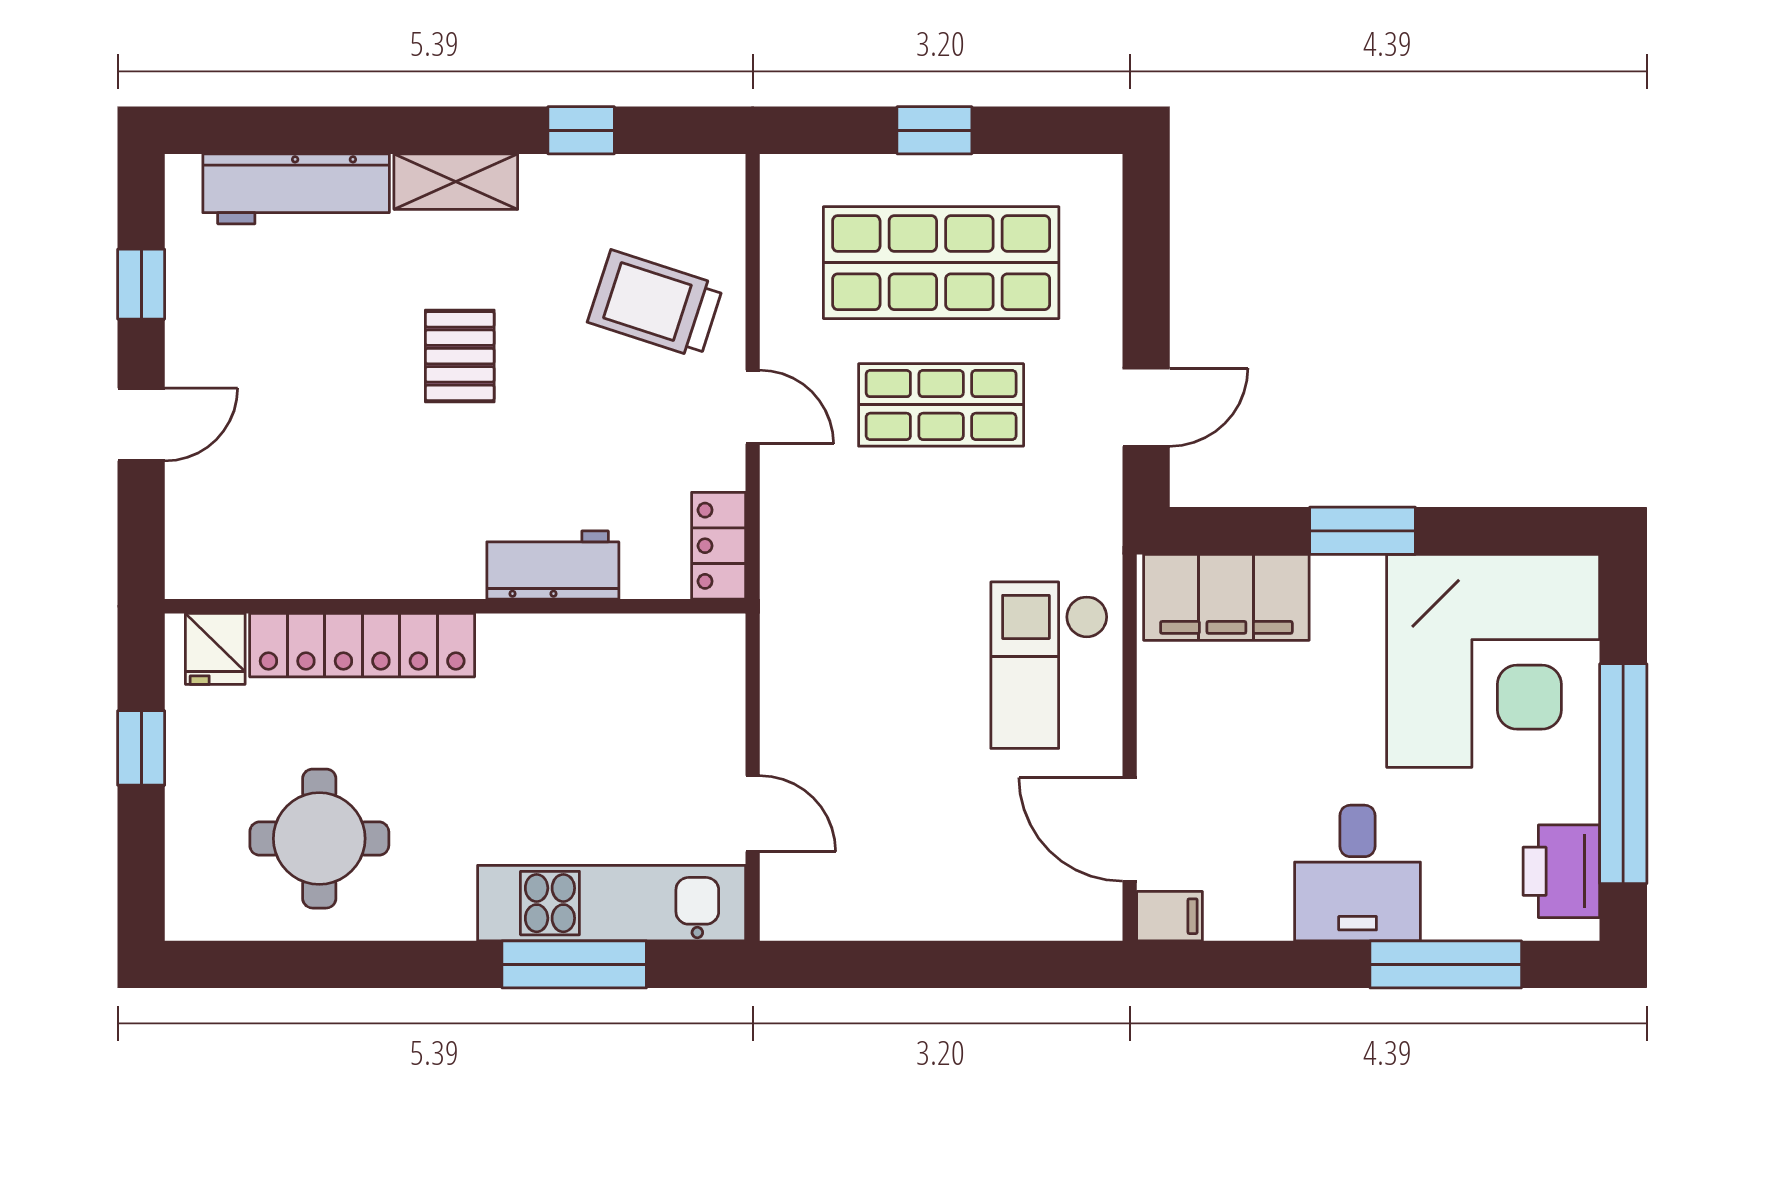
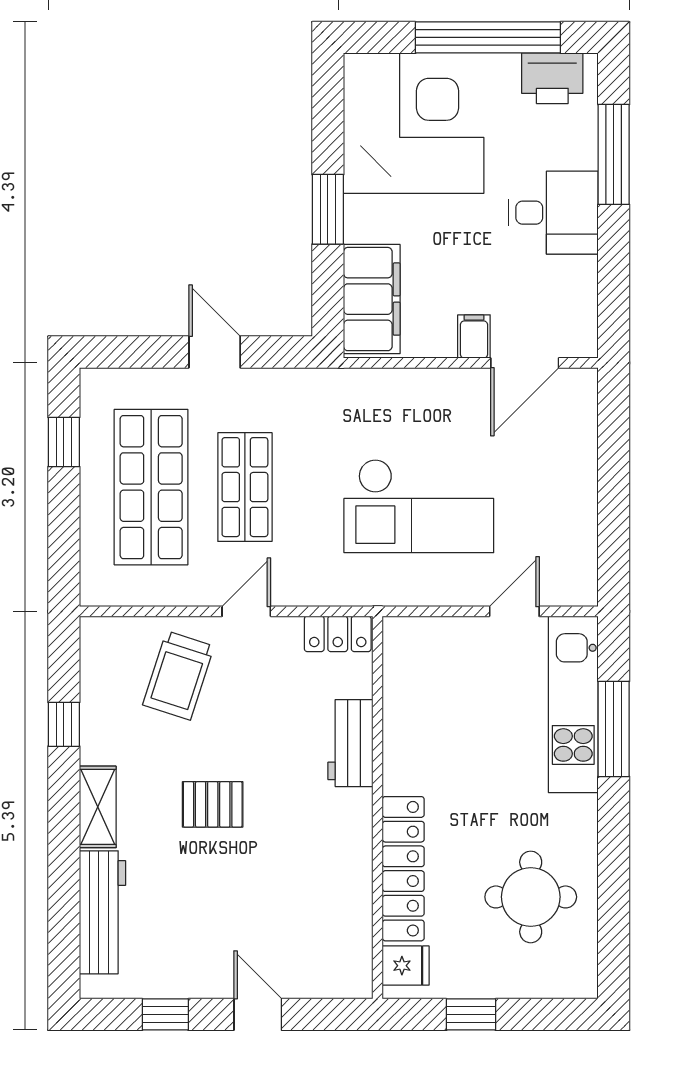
window: (934, 130) -> (64, 442), moved
door: (1146, 407) -> (215, 352), moved
checkout: (1049, 665) -> (419, 506), moved, width x1.36, depth x1.21
filing cabinet: (1170, 916) -> (474, 337), moved

